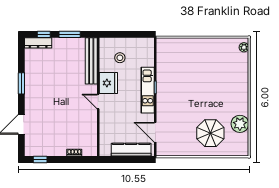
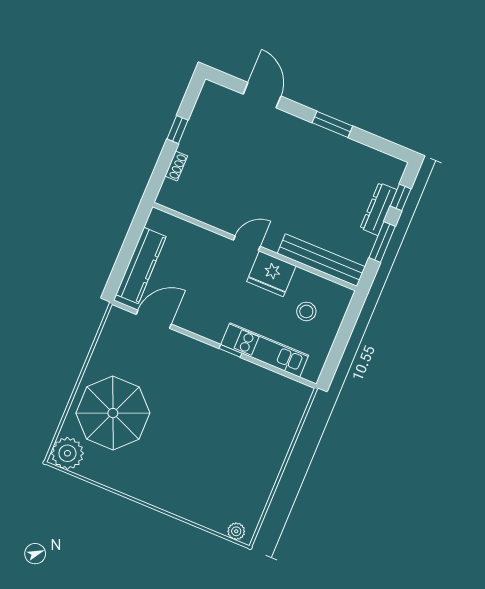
dresser: (38, 43) -> (379, 209), moved
kitchen unit: (148, 90) -> (265, 350), moved
plant: (240, 124) -> (67, 453), moved
parasol: (210, 133) -> (113, 413), width x1.36, depth x1.36
window: (40, 159) -> (177, 130), moved

